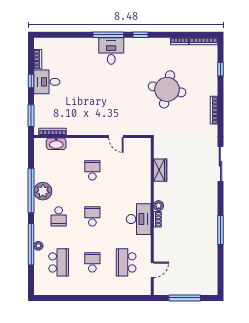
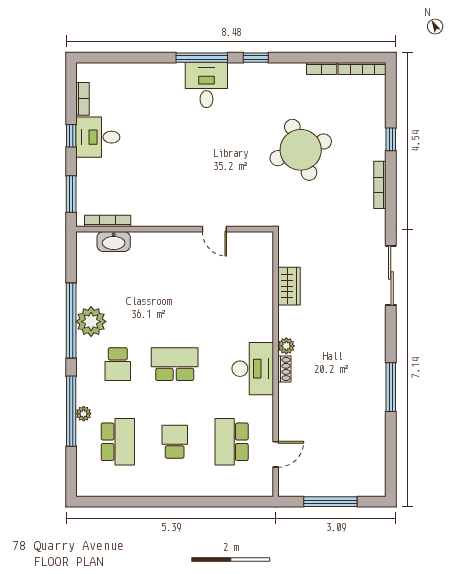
window: (220, 69) -> (391, 139), moved
round table: (167, 89) -> (301, 150), turned -32
school desk: (92, 170) -> (175, 286), removed
school desk: (92, 216) -> (175, 364), width x1.85

